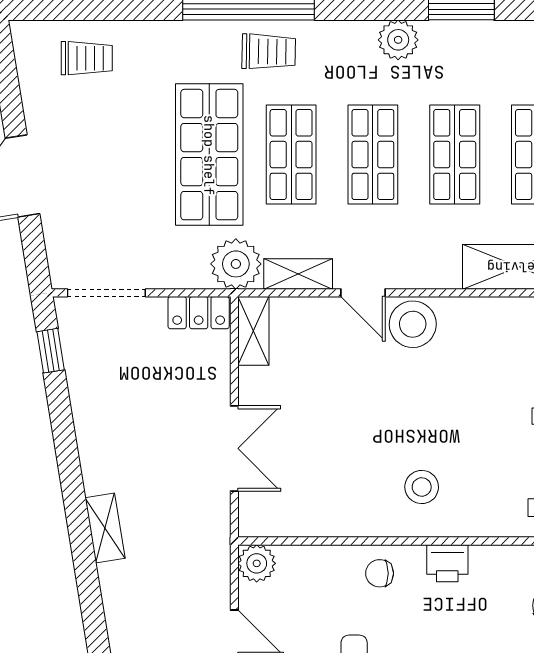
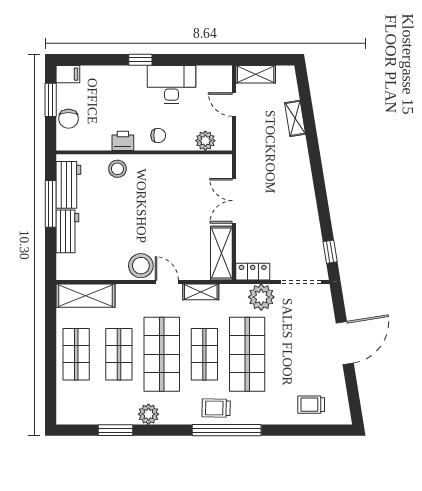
shop shelf: (373, 155) -> (162, 354), width x1.43, depth x1.36
plant: (236, 264) -> (261, 297), moved
shelving: (253, 331) -> (221, 253), width x1.50, depth x1.33
stool: (422, 487) -> (117, 169), moved
shelving: (105, 528) -> (295, 118), moved
plant: (257, 563) -> (205, 141), moved

